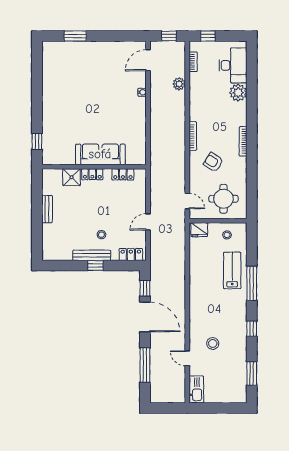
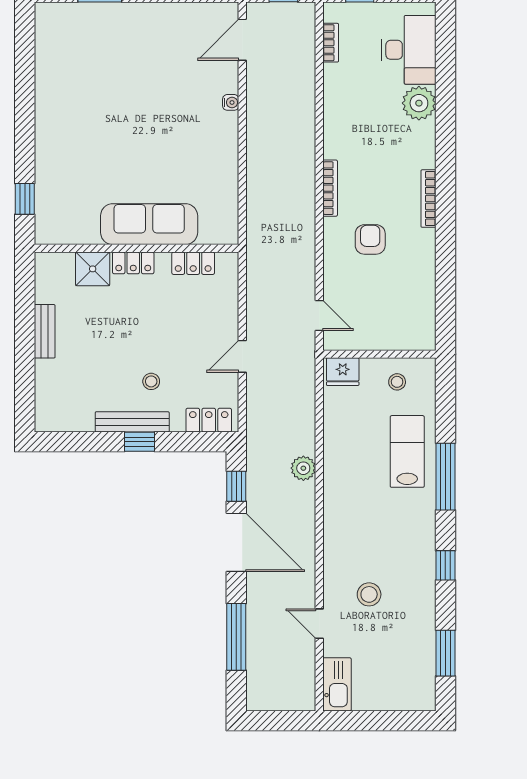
plant: (179, 84) -> (303, 468), moved
armchair: (213, 162) -> (370, 239), turned 58
round table: (223, 199) -> (390, 311), removed

